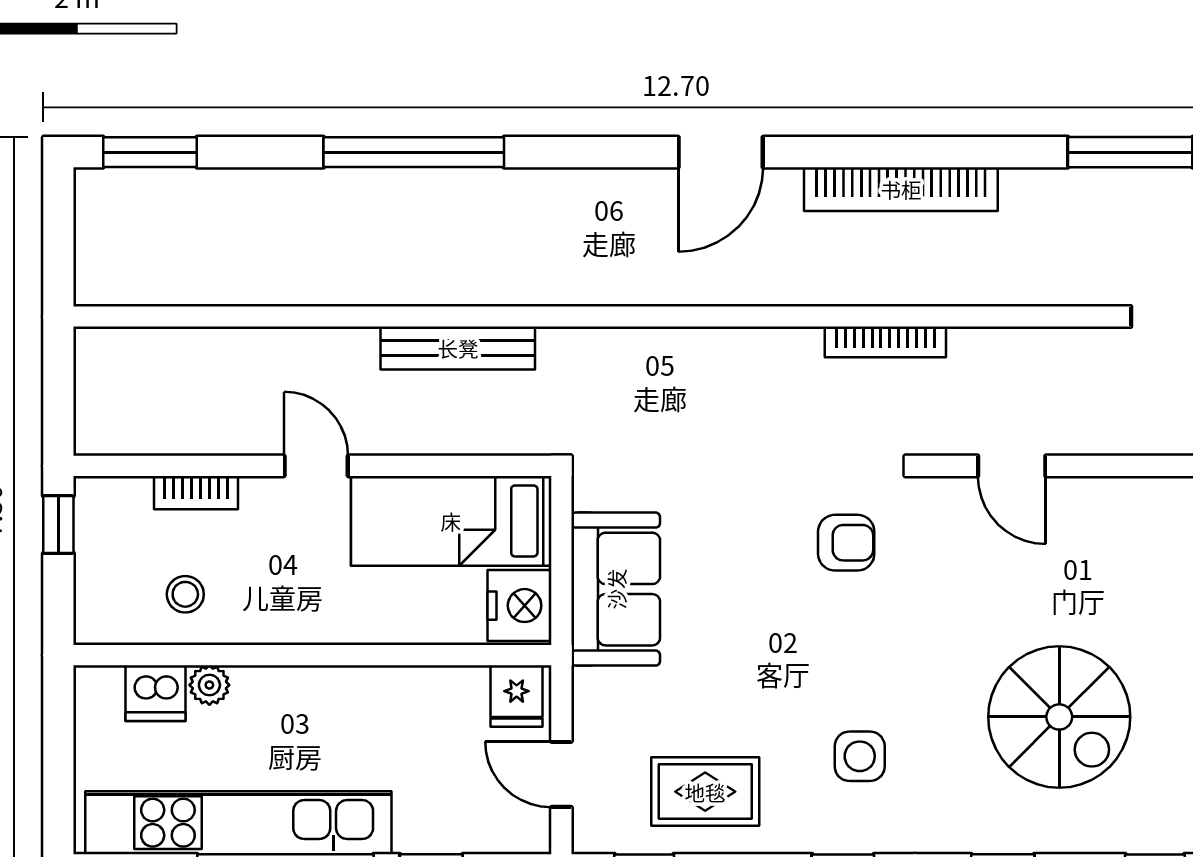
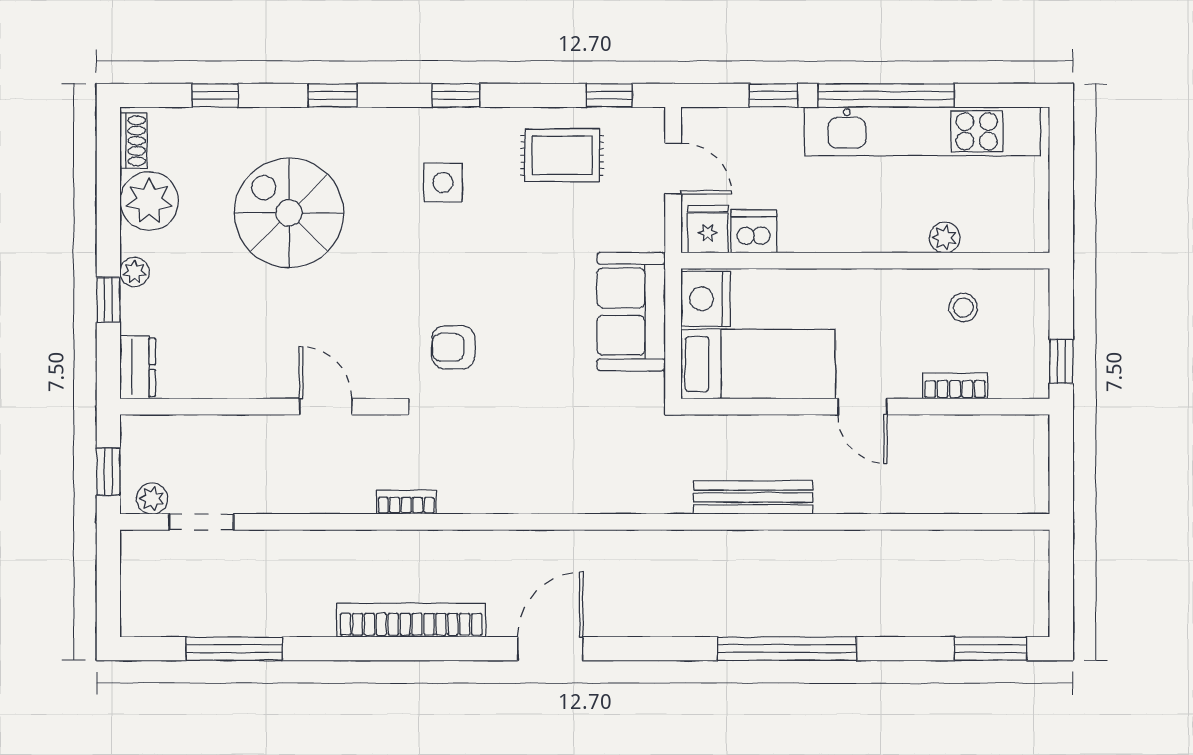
bookcase: (885, 342) -> (406, 502), width x0.64
dishwasher: (156, 693) -> (754, 231), moved

